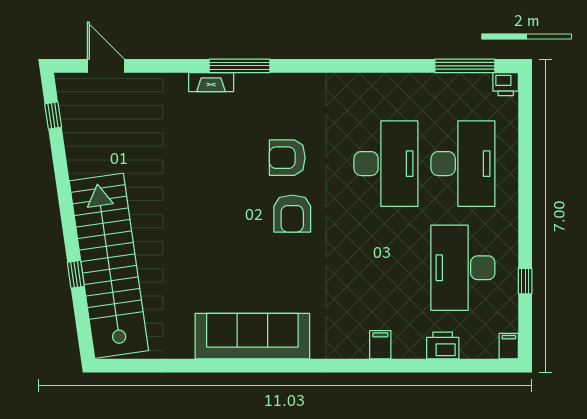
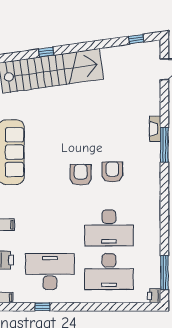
armchair: (292, 214) -> (81, 175), turned 90

